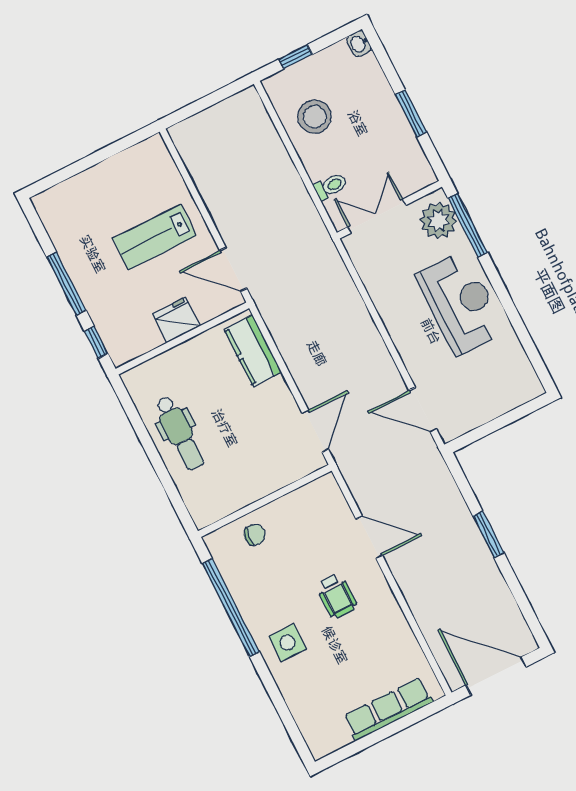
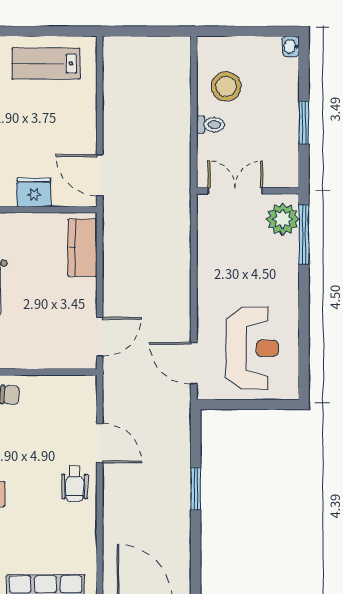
window: (295, 57) -> (235, 31), removed
toilet: (330, 186) -> (211, 125), moved
lab bench: (154, 237) -> (46, 63), moved
reception desk: (461, 303) -> (252, 348), moved
wheelchair: (337, 596) -> (75, 484), moved

